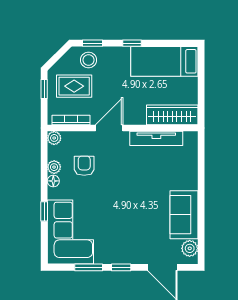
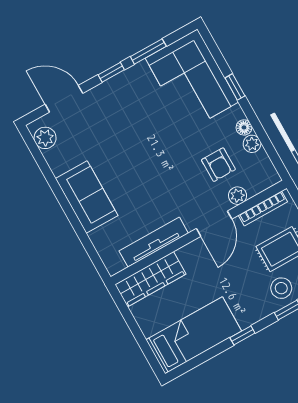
plant: (54, 138) -> (238, 196), moved
sofa: (184, 215) -> (87, 197), moved

